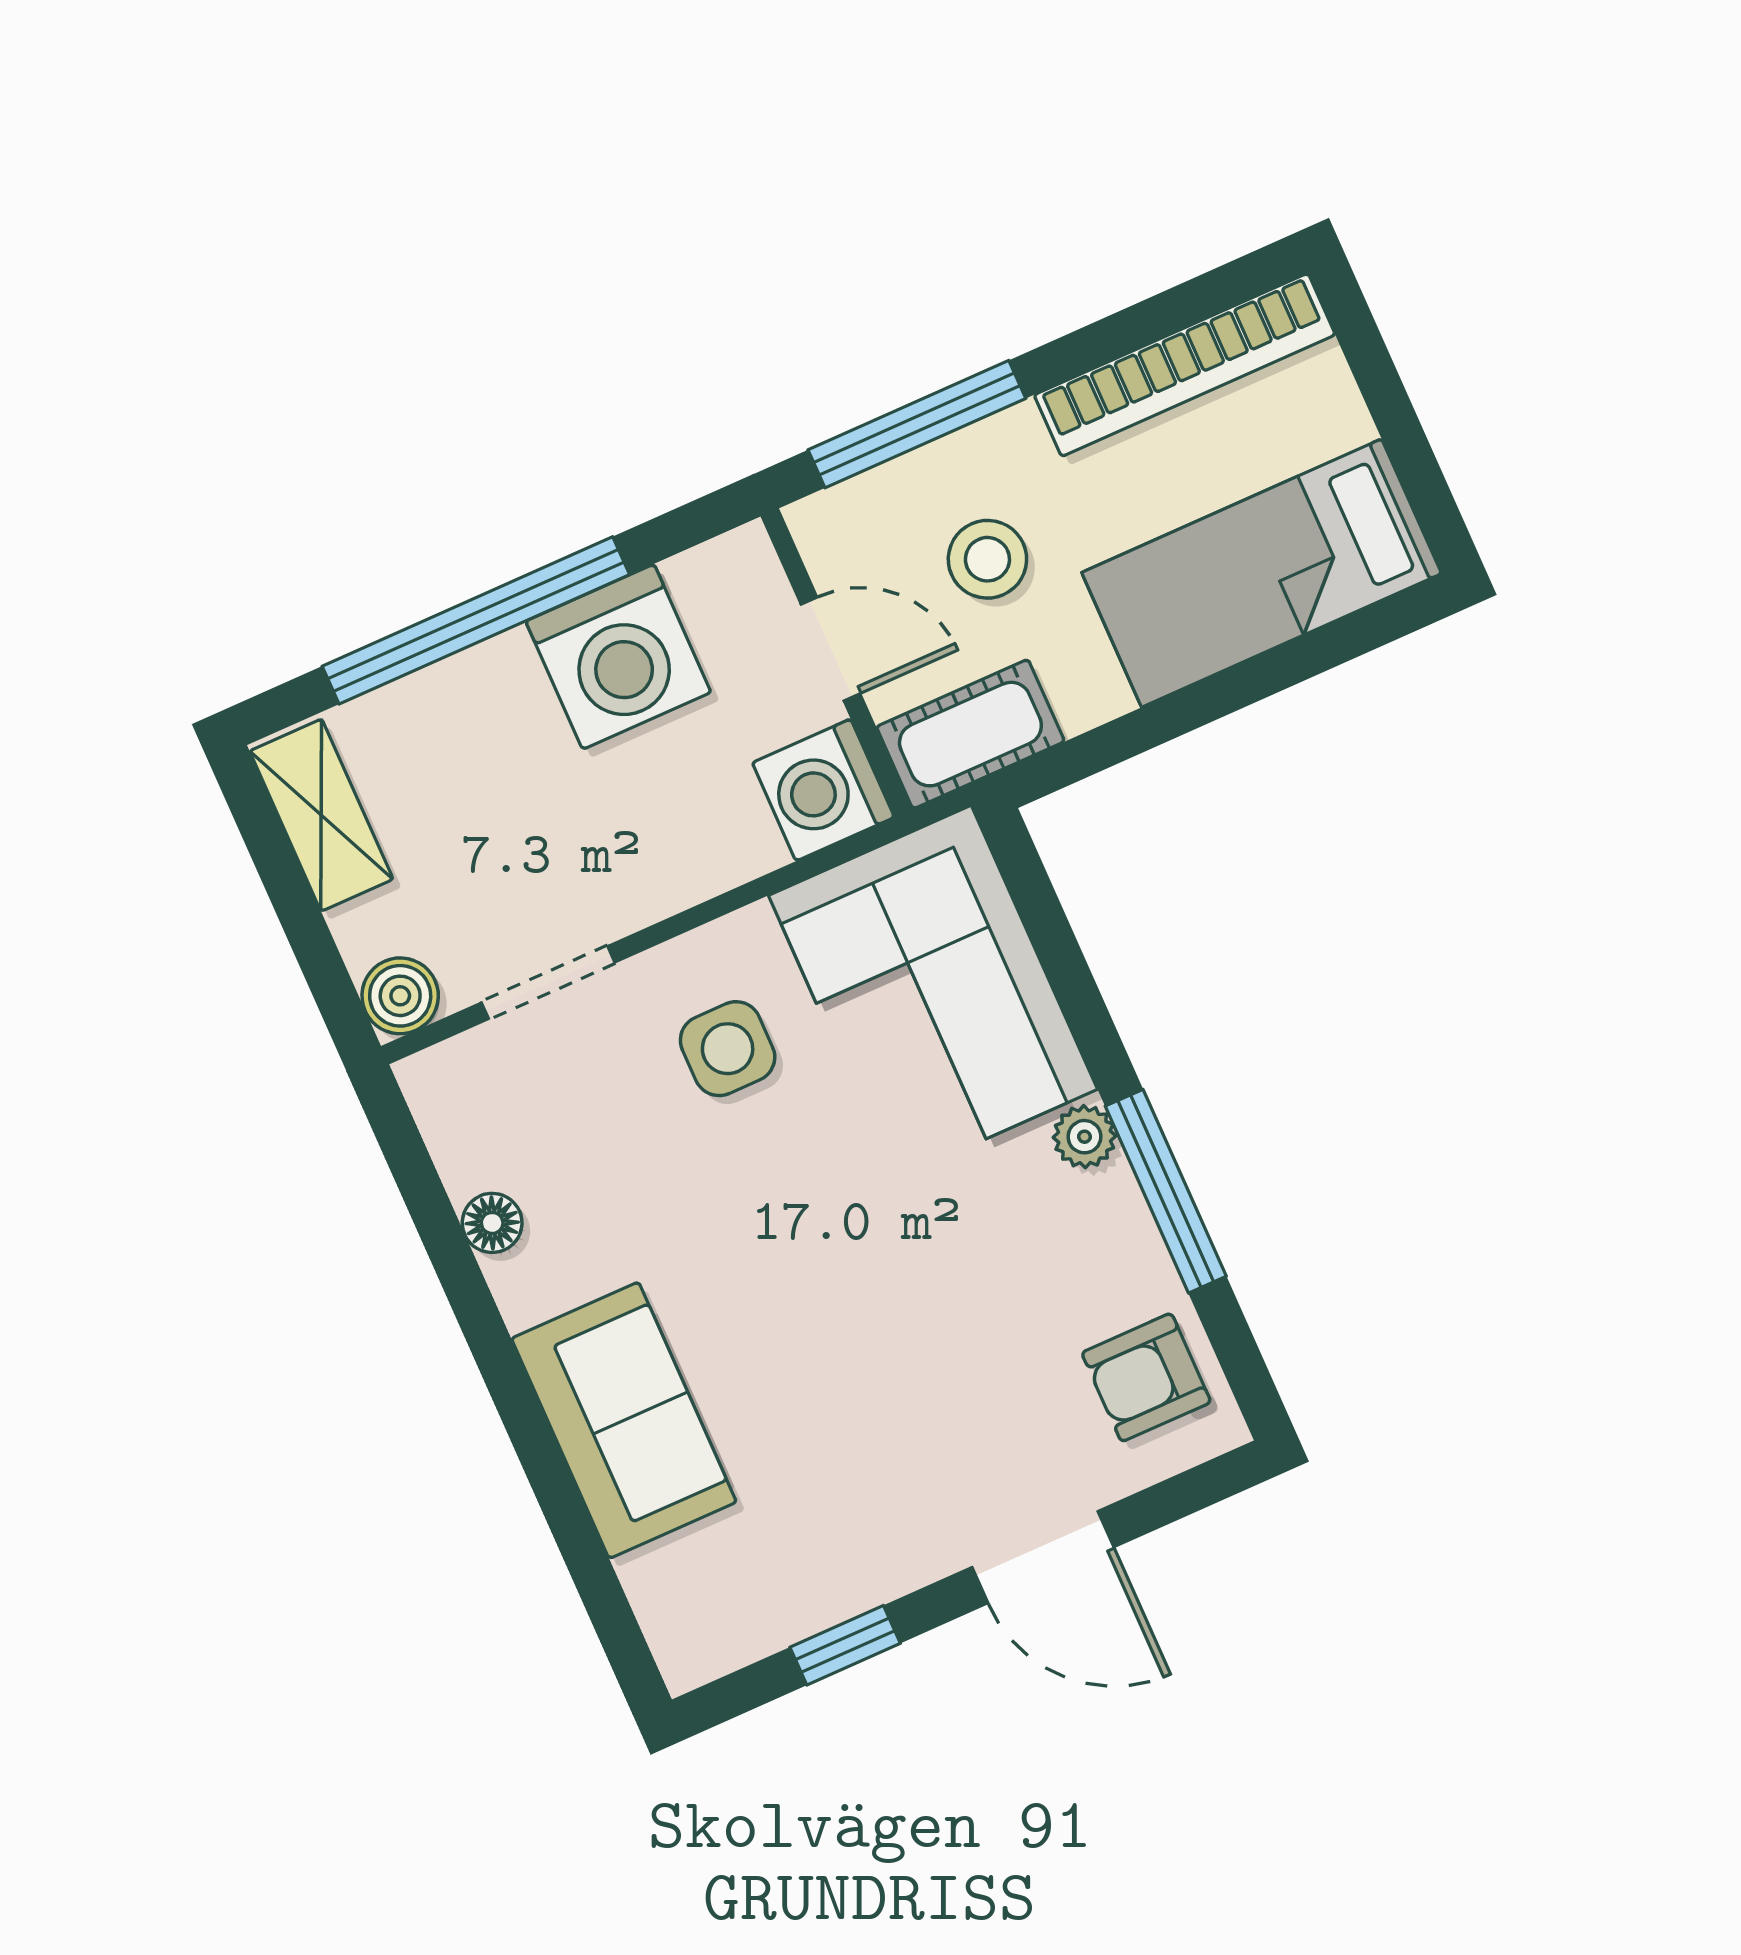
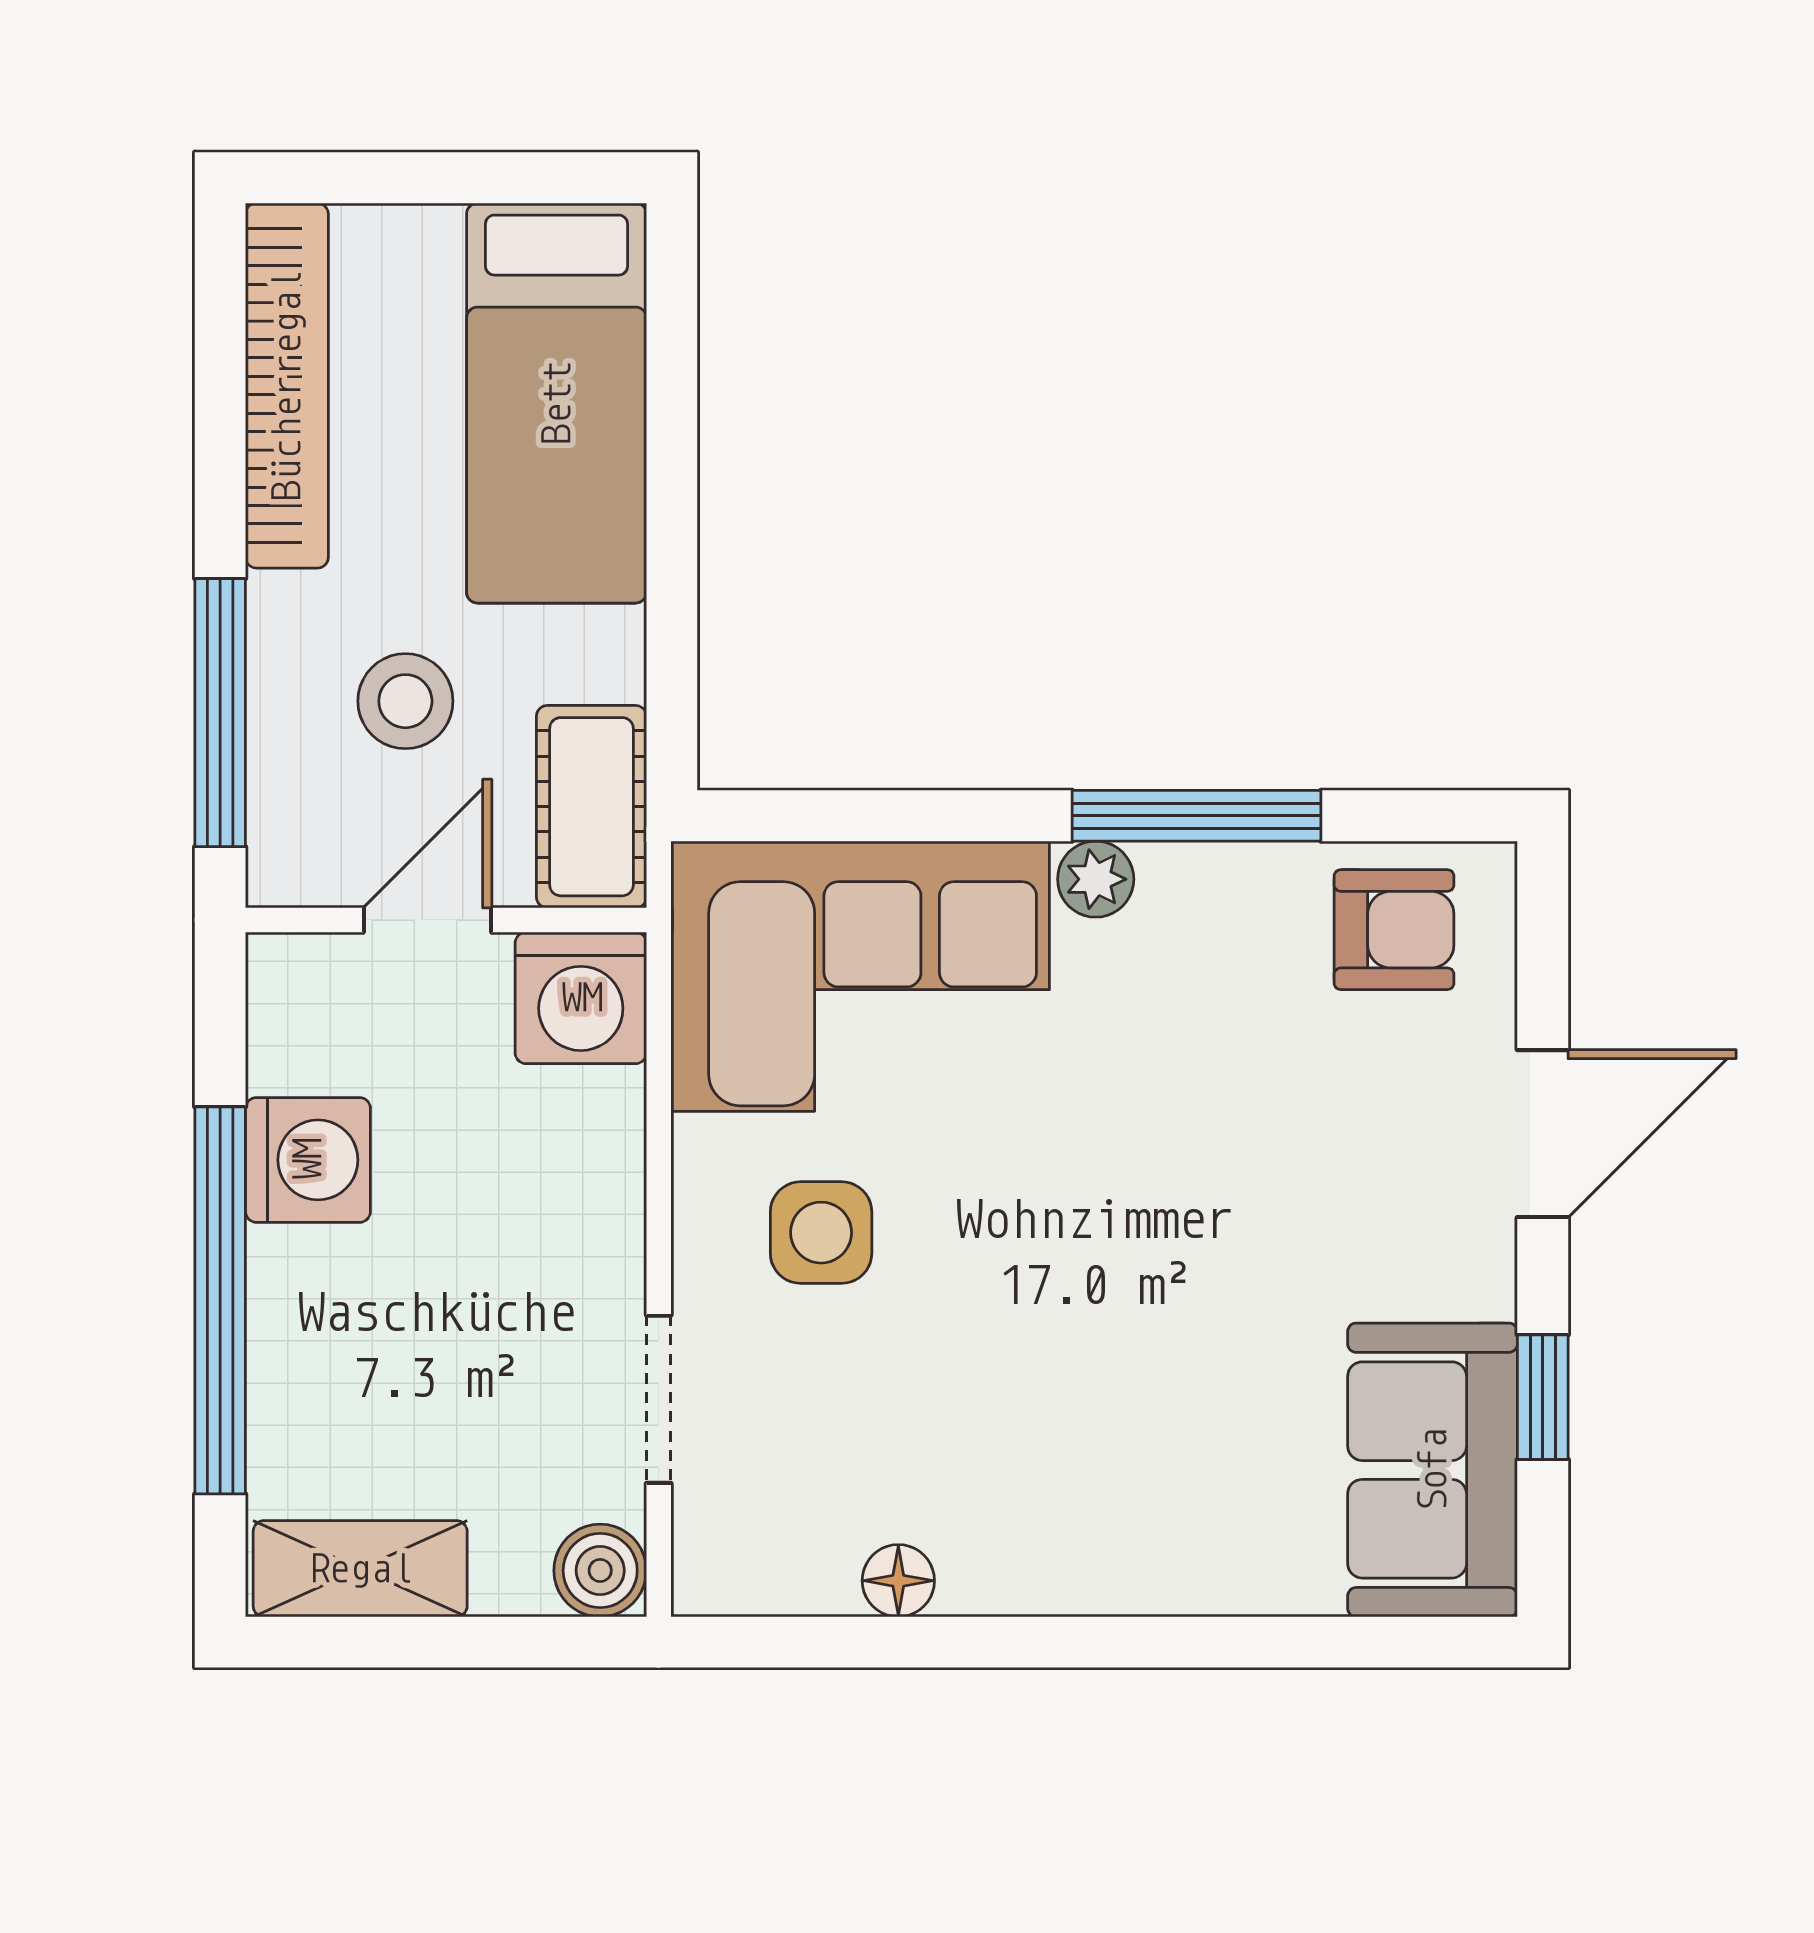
washing machine: (618, 657) -> (308, 1160), width x0.73, depth x0.73
armchair: (1146, 1377) -> (1394, 930), turned -90
sofa: (624, 1420) -> (1433, 1470), moved, turned -90

